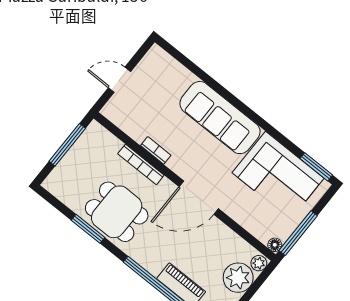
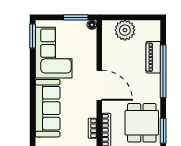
window: (298, 233) -> (76, 17), width x0.69
plant: (259, 263) -> (108, 25), removed

